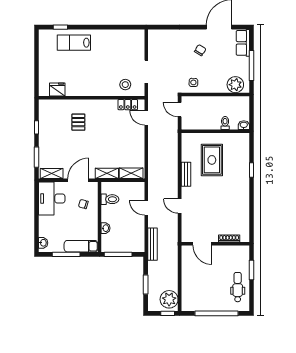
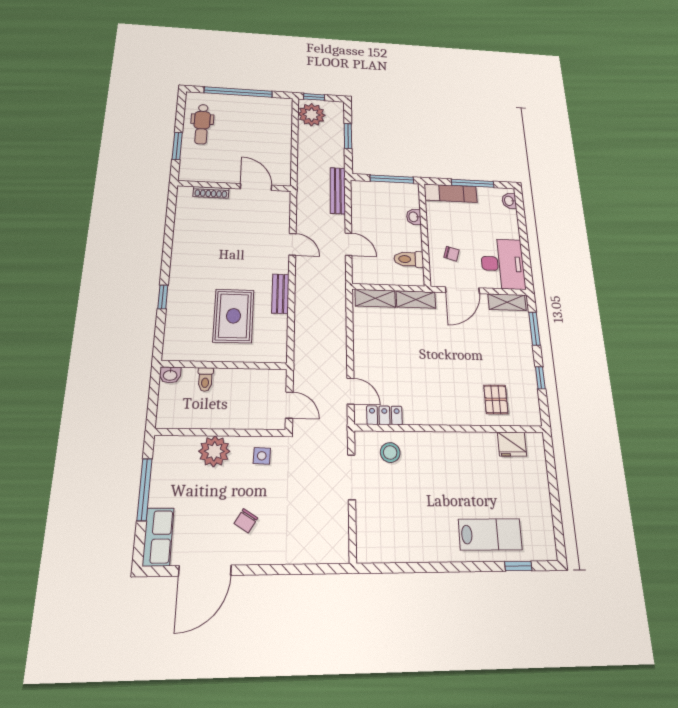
plant: (235, 85) -> (214, 451), moved
pallet: (78, 122) -> (496, 399), moved

